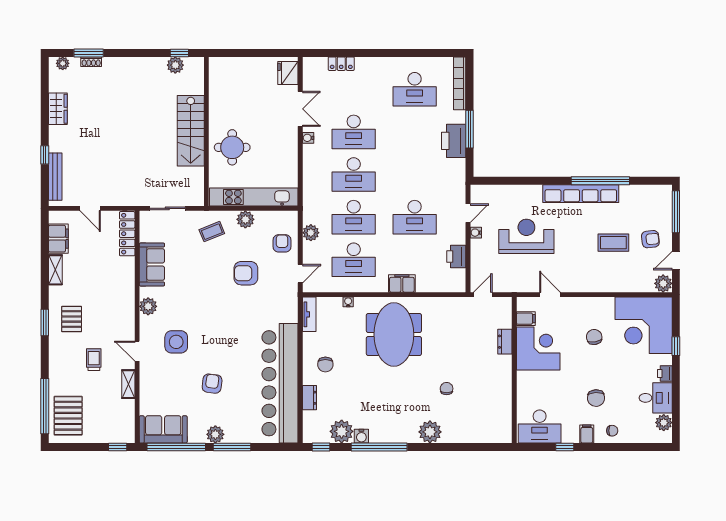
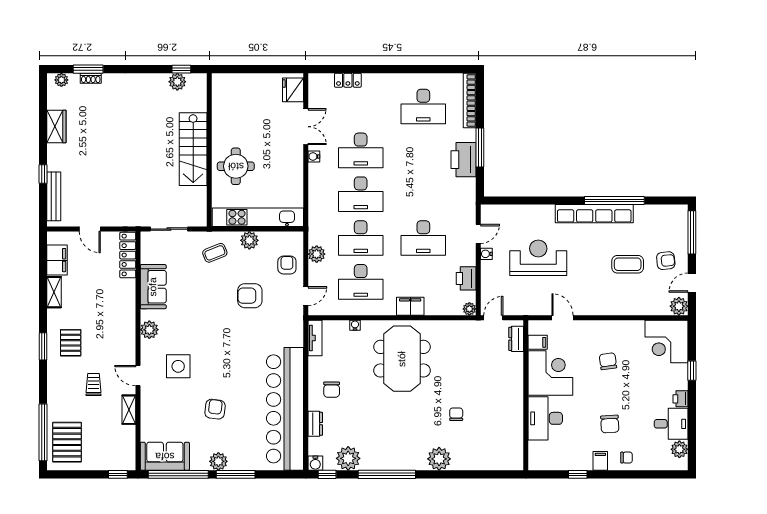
plant: (459, 286) -> (469, 309), added
corner desk: (644, 325) -> (667, 342), width x0.74, depth x0.74
dresser: (505, 342) -> (516, 339), moved
desk: (540, 427) -> (545, 418), moved, turned 90
water cooler: (361, 436) -> (315, 463), moved

